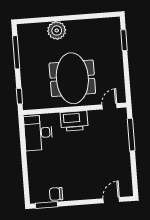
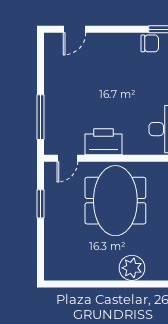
window: (124, 40) -> (41, 204), moved
printer: (74, 121) -> (103, 142), moved

